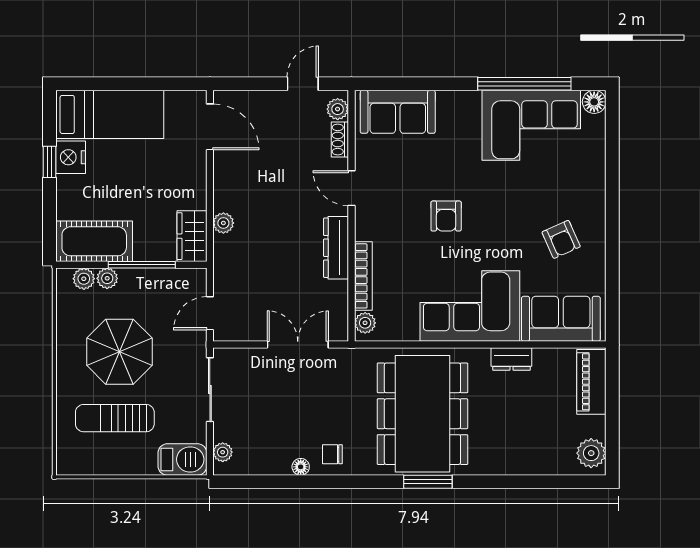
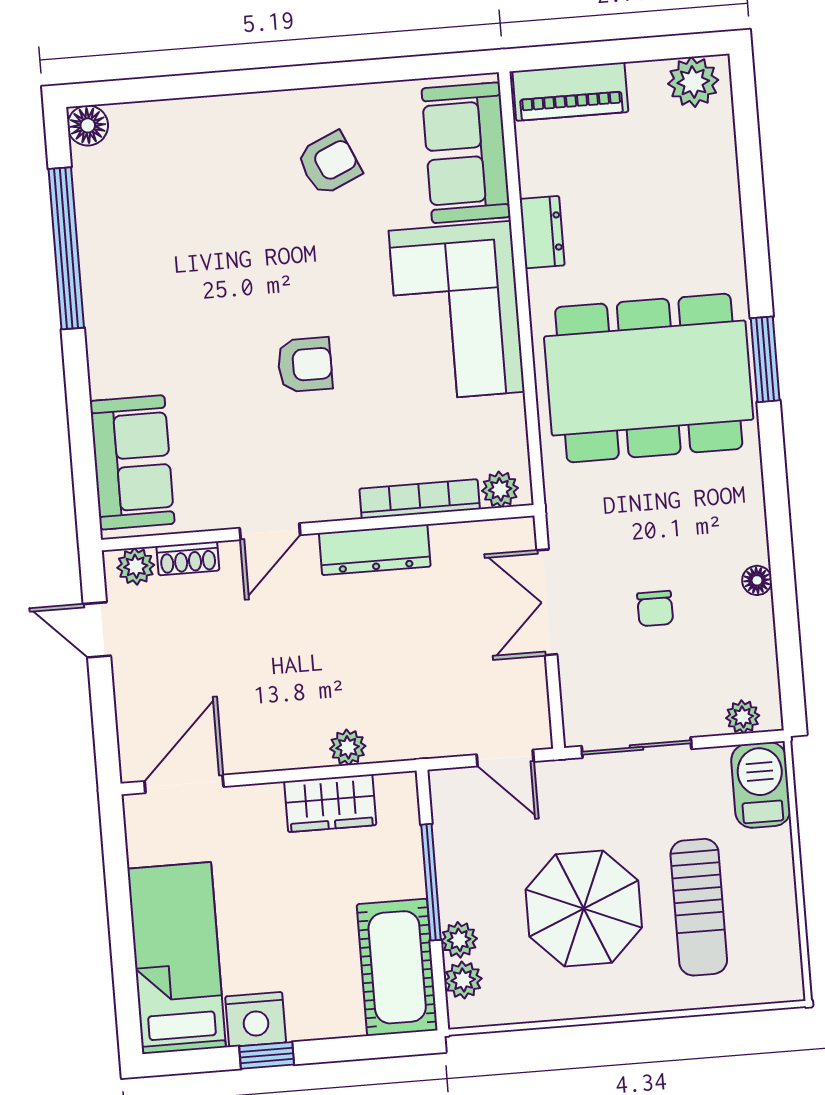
corner sofa: (531, 125) -> (137, 230), removed
wardrobe: (192, 236) -> (330, 803), moved
chair: (332, 454) -> (655, 609), moved

